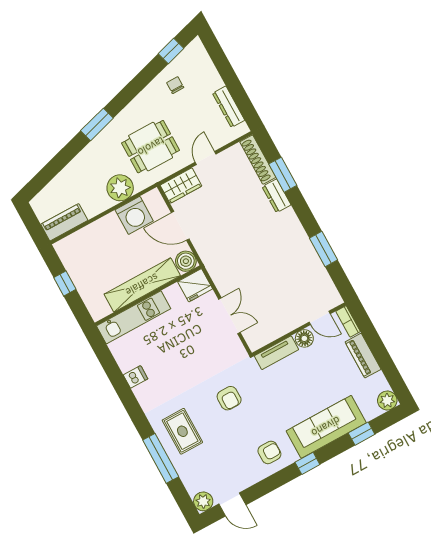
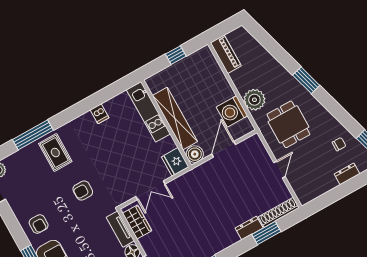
dresser: (229, 107) -> (347, 174), moved, width x0.70
door: (206, 158) -> (279, 170), hinge flipped
wardrobe: (181, 186) -> (137, 222), moved, turned 180
rug: (182, 431) -> (55, 153), turned 90

